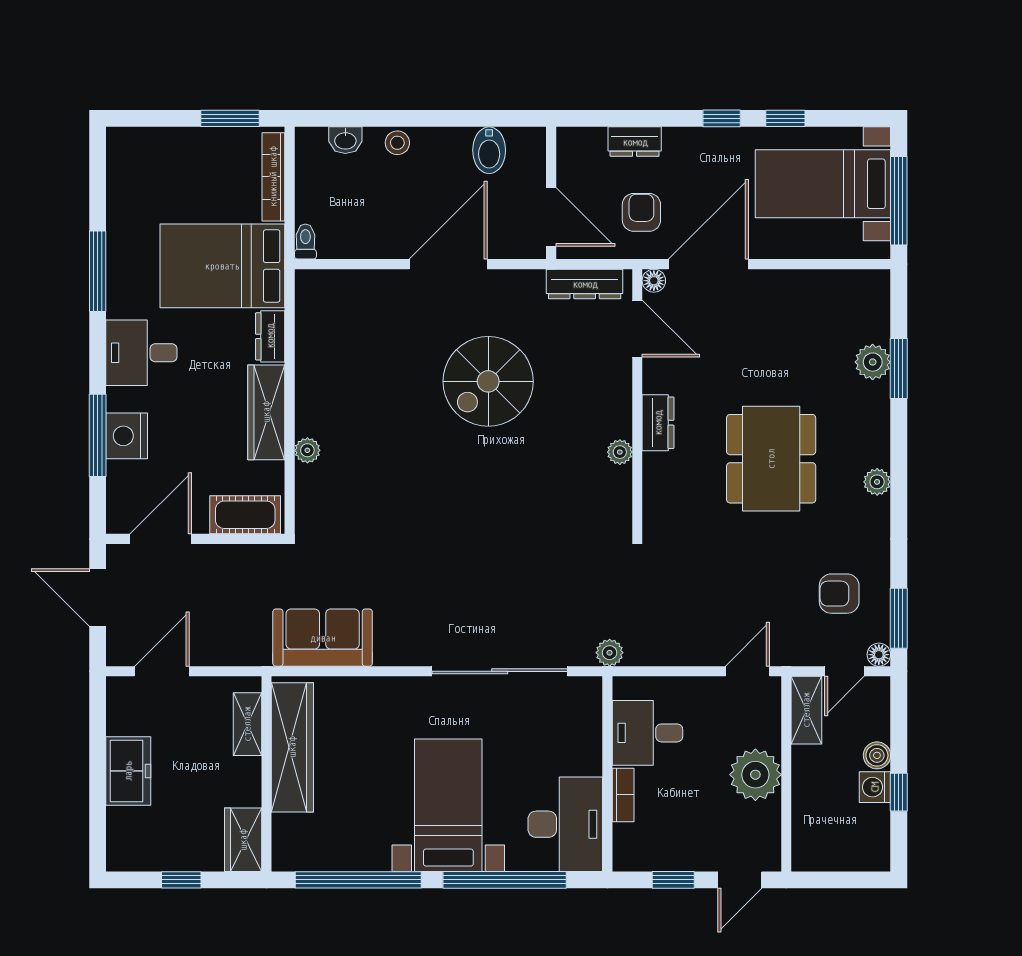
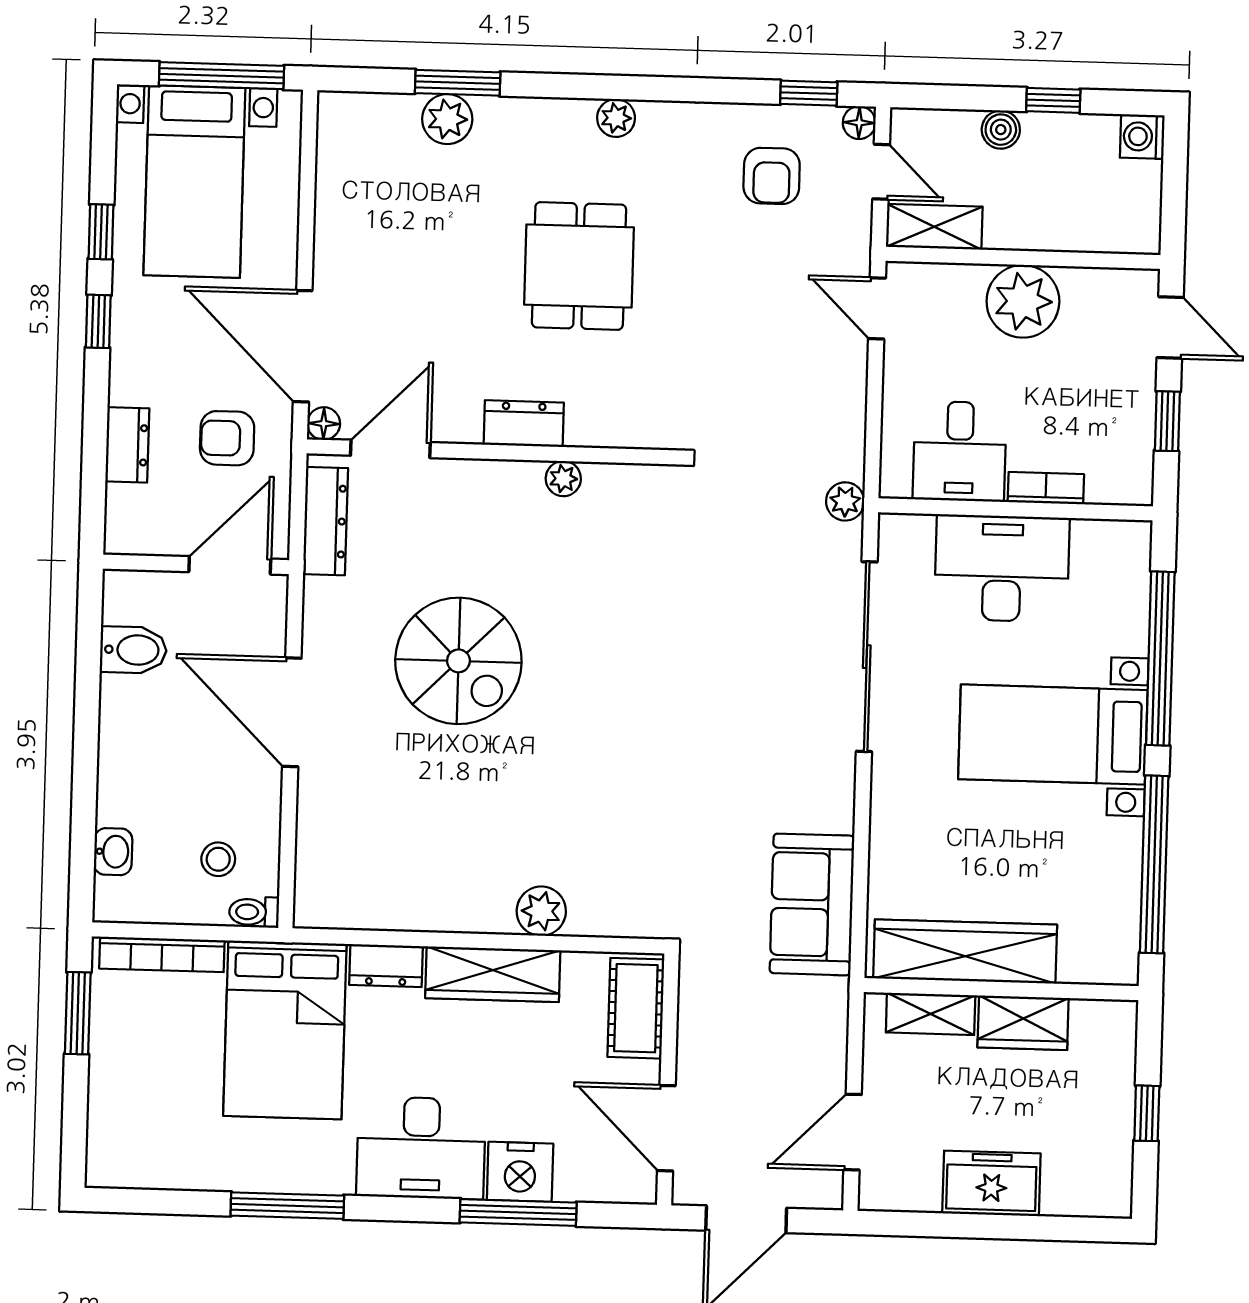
stool: (397, 143) -> (218, 859), moved
desk: (141, 353) -> (421, 1148), width x1.37
plant: (307, 450) -> (541, 911), width x1.38, depth x1.38
dining table: (771, 459) -> (579, 266), width x0.73
window: (899, 618) -> (809, 93), width x0.67
door: (162, 671) -> (853, 1132), hinge flipped
washing machine: (875, 787) -> (1142, 137), moved, turned 90
desk: (565, 824) -> (1002, 568), moved
wardrobe: (243, 840) -> (1023, 1023), moved

